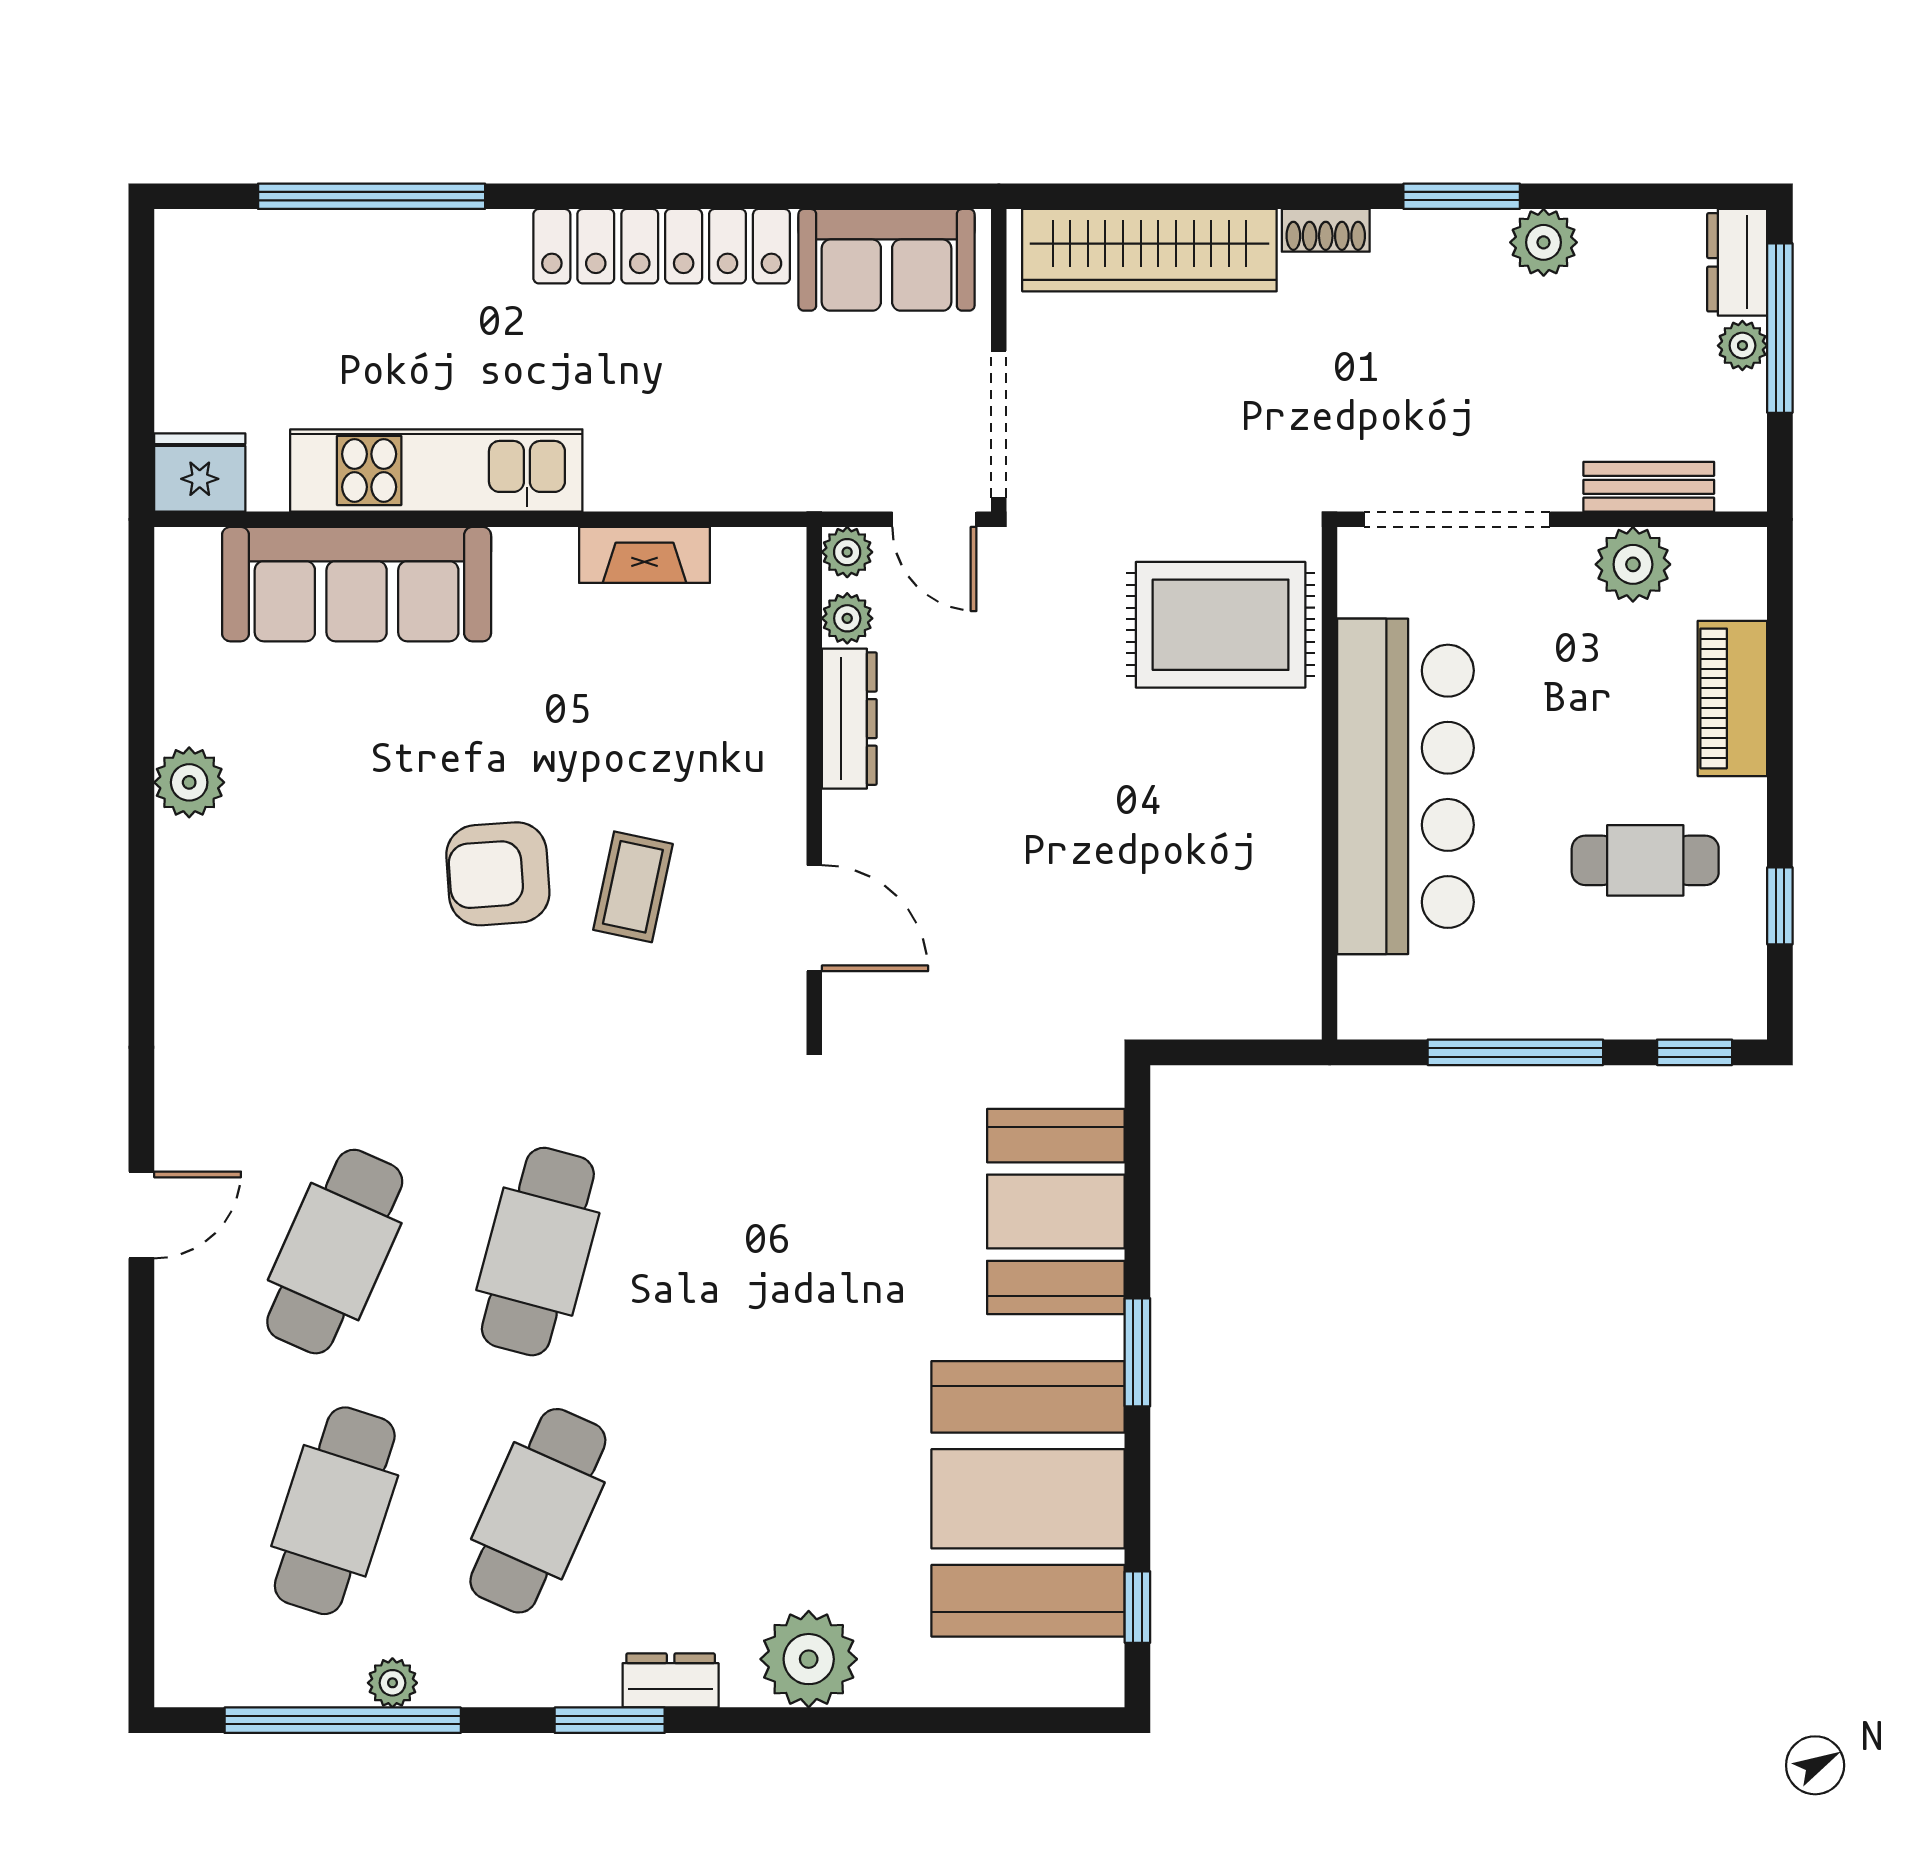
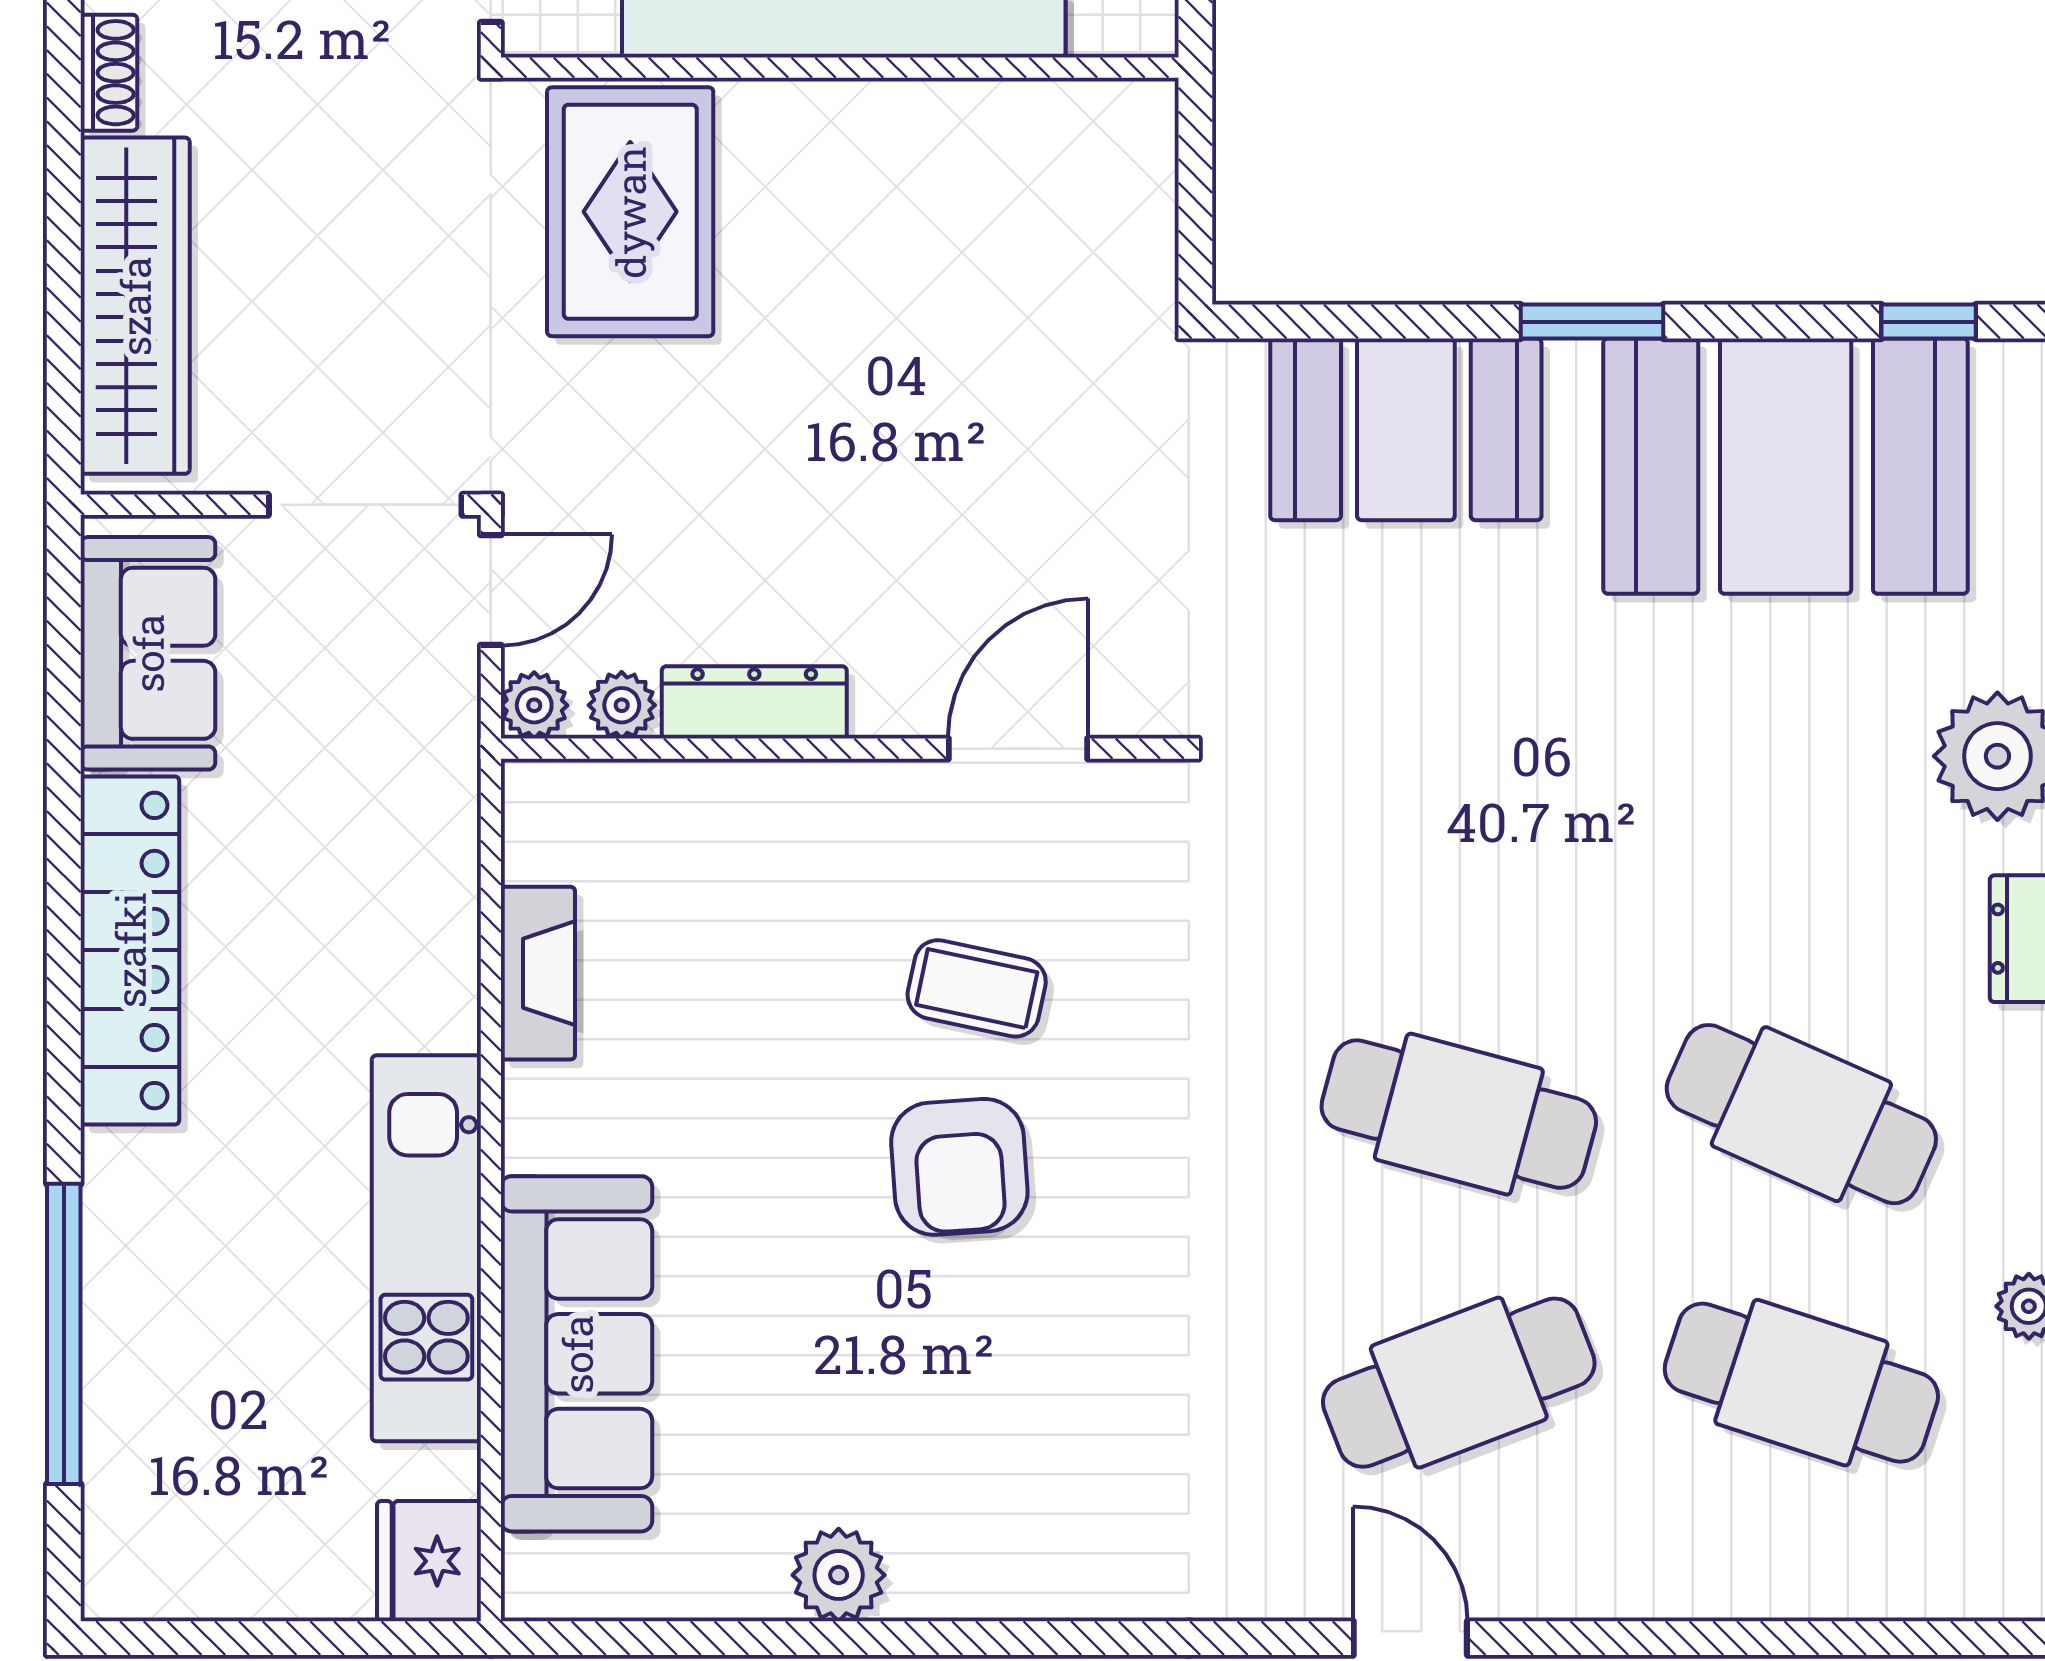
cafe table: (335, 1252) -> (1459, 1383), turned -45

